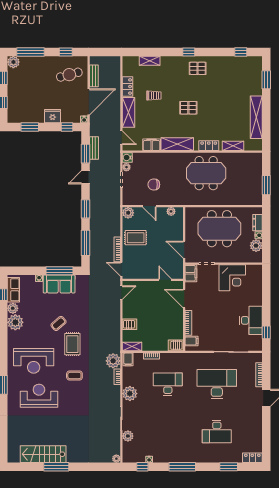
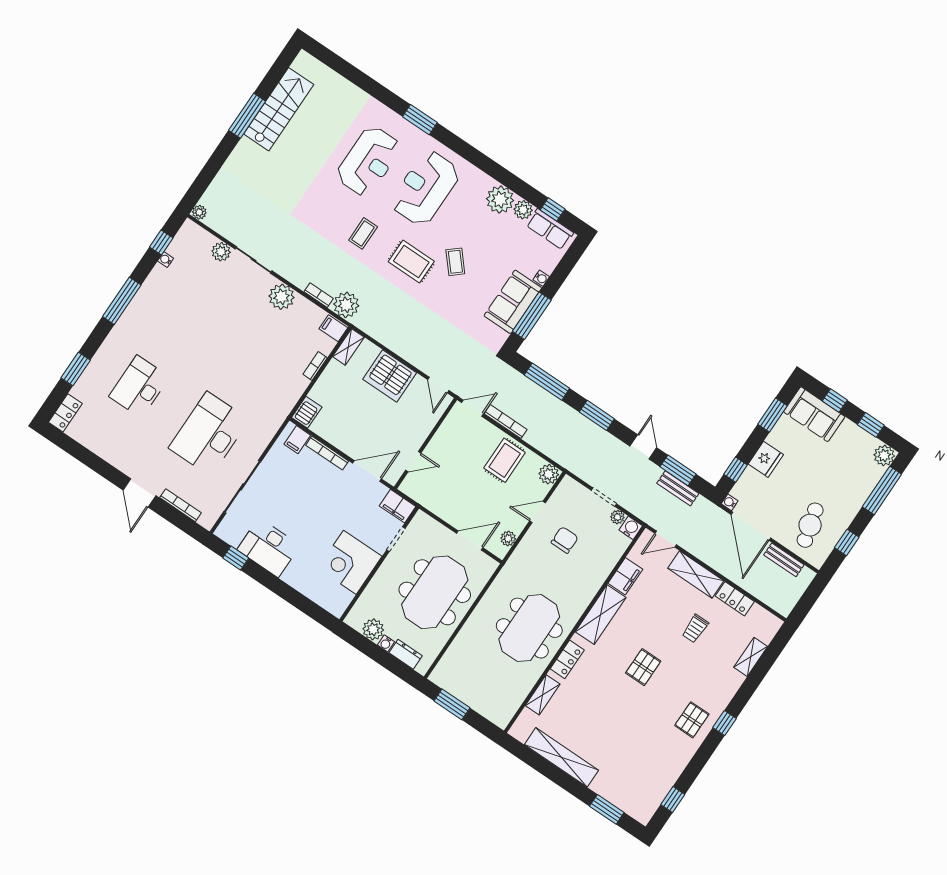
sofa: (16, 108) -> (814, 414), added
door: (184, 250) -> (470, 541), moved
server rack: (130, 324) -> (390, 376), width x2.18, depth x1.44
desk: (168, 384) -> (258, 362), removed
desk: (217, 384) -> (209, 434), turned 180

